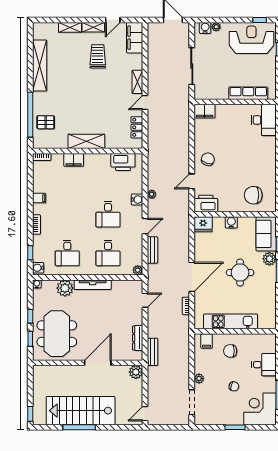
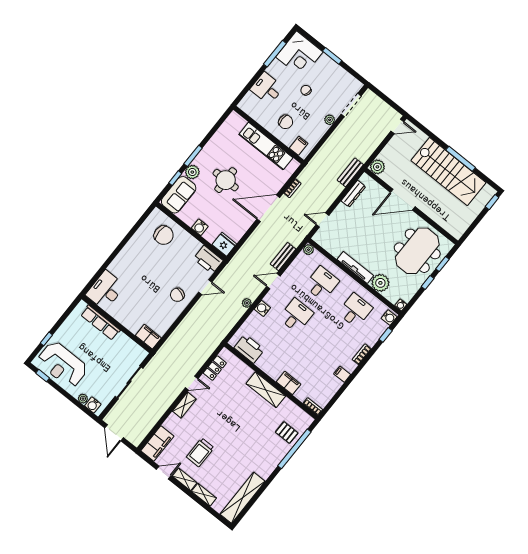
shelving: (40, 66) -> (243, 498), moved

